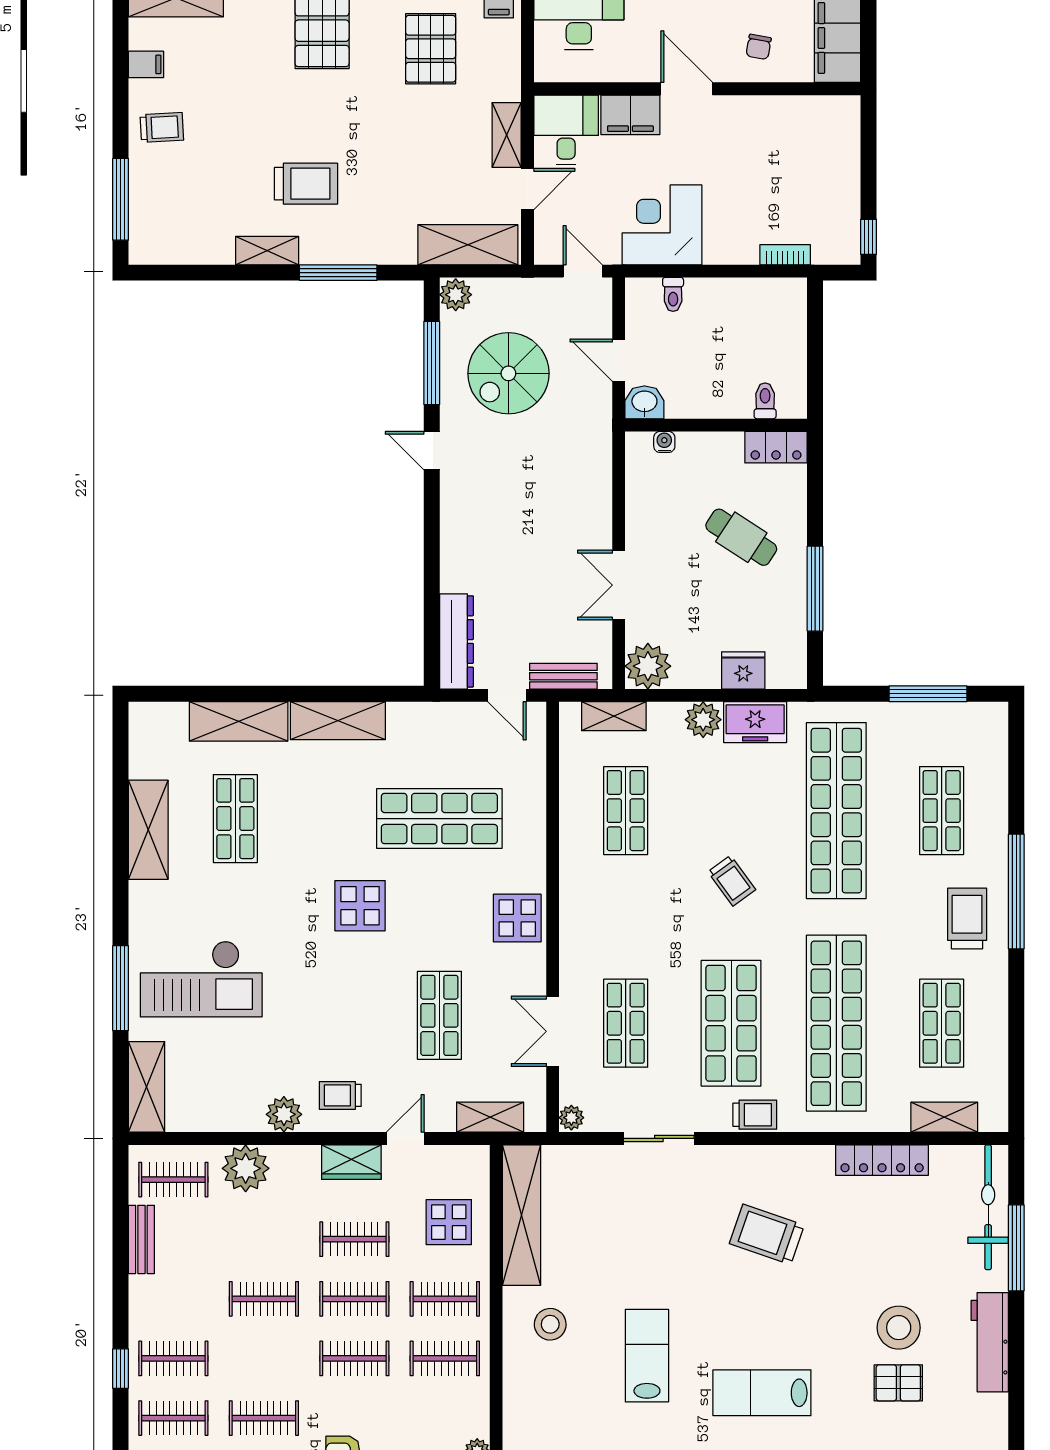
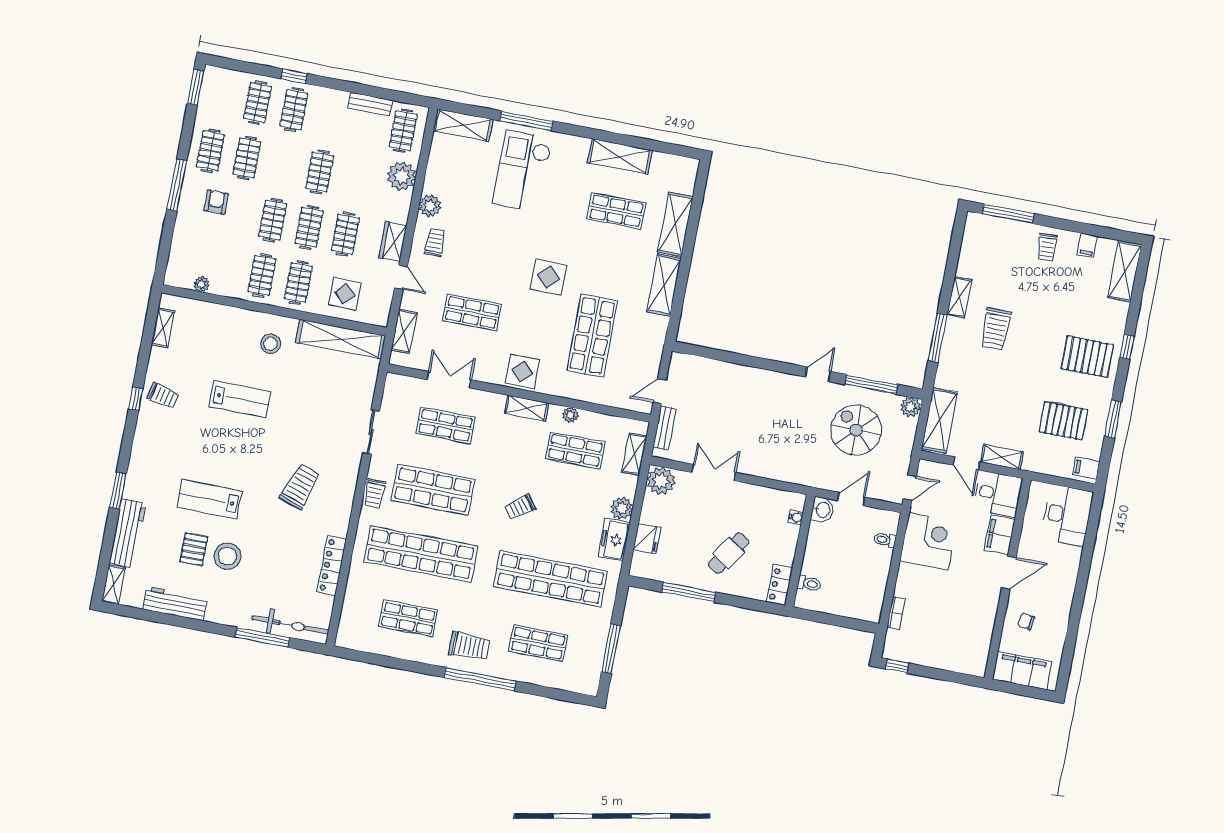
dresser: (456, 641) -> (698, 367), removed
shelving: (944, 1117) -> (527, 408), moved, turned 90
plant: (571, 1118) -> (571, 415), moved
workbench: (990, 1342) -> (175, 604), moved
lab bench: (762, 1393) -> (210, 499), moved, turned -90

